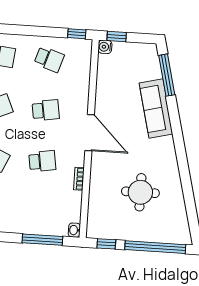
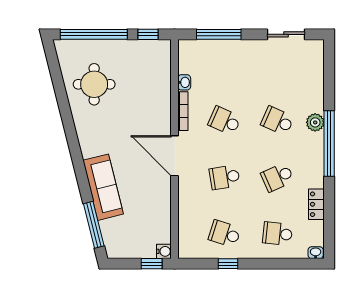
window: (77, 34) -> (228, 264), moved
school desk: (42, 161) -> (225, 121), turned 33
bookcase: (79, 179) -> (183, 111), width x1.56
round table: (140, 192) -> (94, 84), moved
washbasin: (74, 230) -> (184, 82), moved

